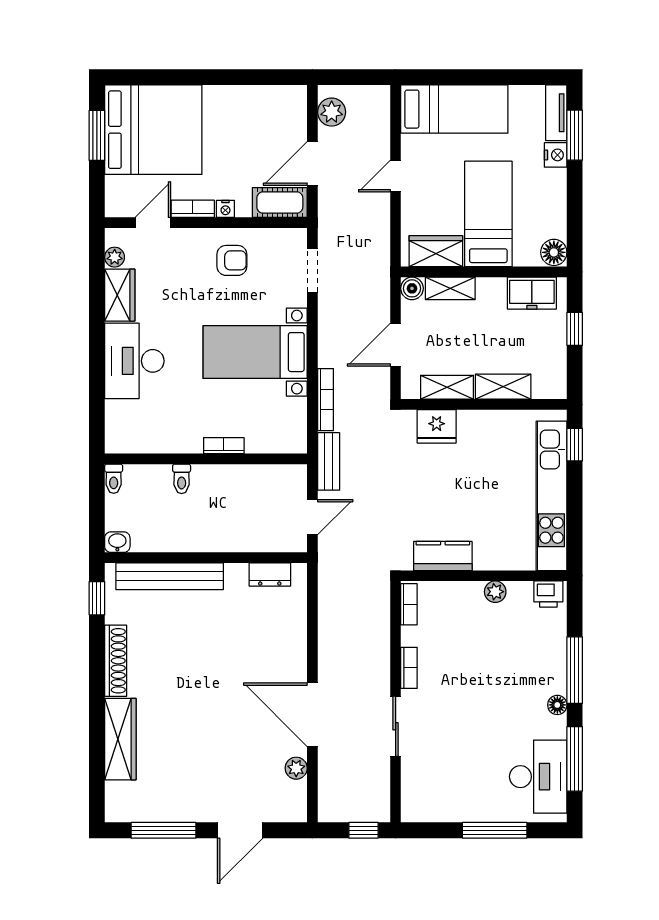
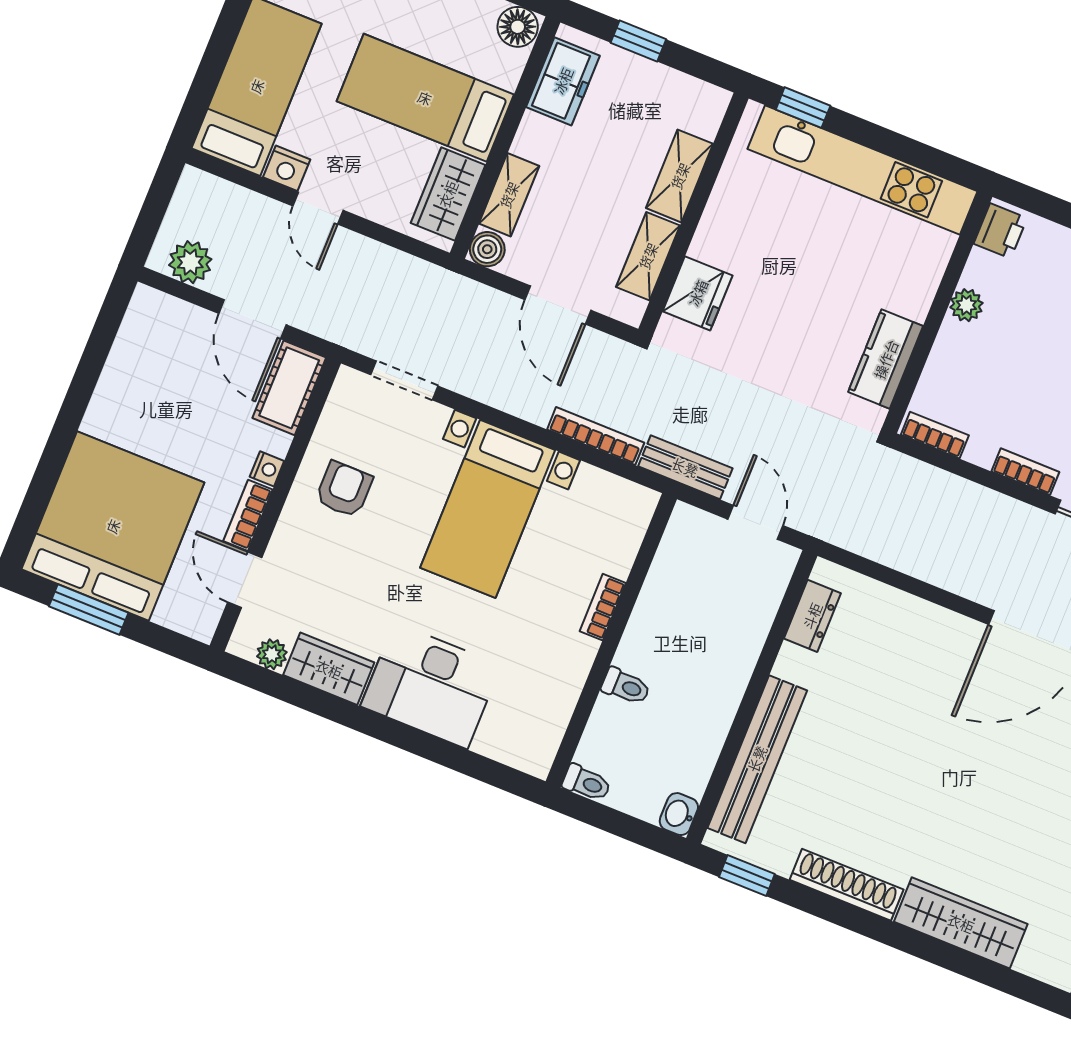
nightstand: (412, 147) -> (287, 168), added

